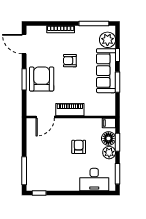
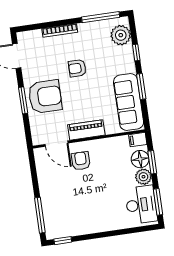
sofa: (106, 71) -> (129, 102), moved
armchair: (42, 79) -> (45, 97), turned 90
door: (45, 117) -> (57, 144), hinge flipped
armchair: (79, 147) -> (81, 161), moved
desk: (94, 180) -> (141, 205), moved, turned -90

